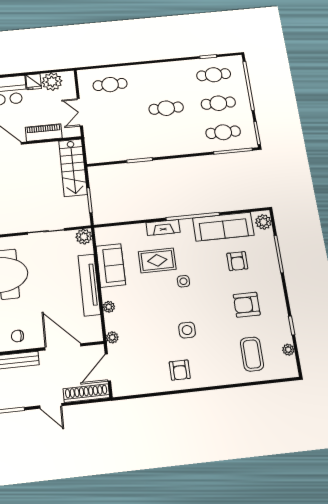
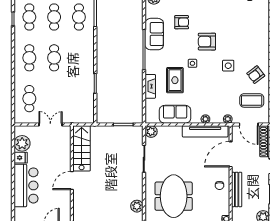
cafe table: (162, 80) -> (29, 58), added
double door: (80, 112) -> (50, 124), swing flipped
piano: (44, 133) -> (65, 154), removed
stairs: (73, 168) -> (82, 148), moved, turned -90
fireplace: (163, 227) -> (150, 86), moved
sofa: (223, 227) -> (154, 34), width x0.73
tv unit: (89, 285) -> (205, 131), moved
armchair: (247, 305) -> (207, 42), moved, turned 90
coffee table: (252, 354) -> (252, 100), moved
armchair: (180, 370) -> (256, 75), turned 143

